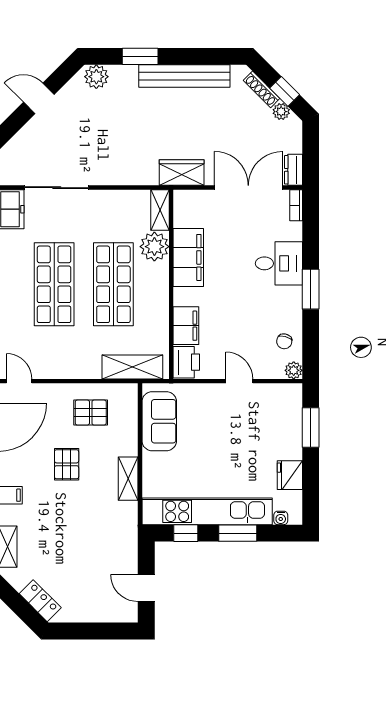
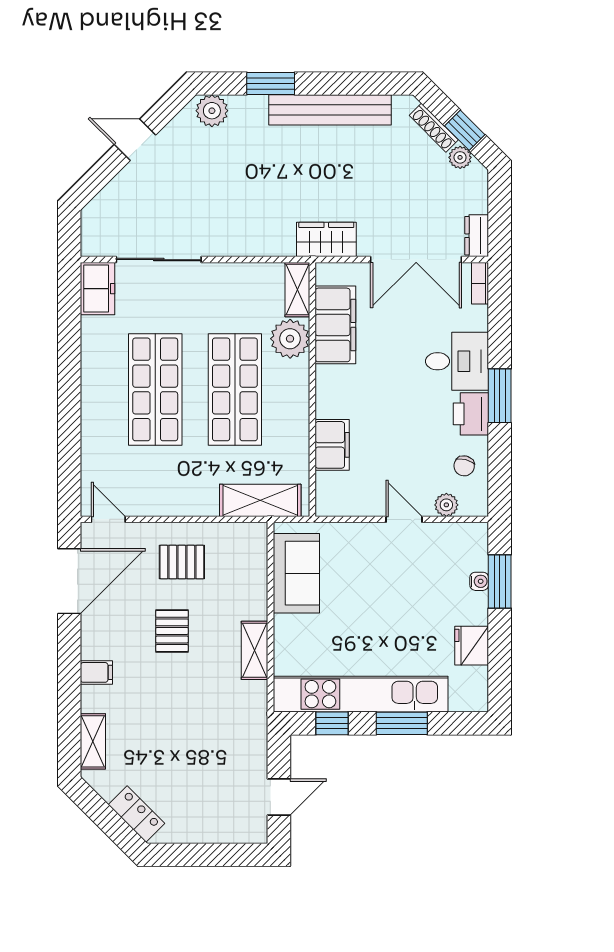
double door: (248, 188) -> (416, 260), swing flipped
filing cabinet: (188, 257) -> (335, 325), moved
printer: (186, 362) -> (471, 414), moved, turned 180
plant: (294, 370) -> (446, 505), moved
pallet: (91, 413) -> (182, 562), moved
water cooler: (281, 518) -> (479, 581), moved, turned -90
door: (146, 588) -> (279, 797), swing flipped

